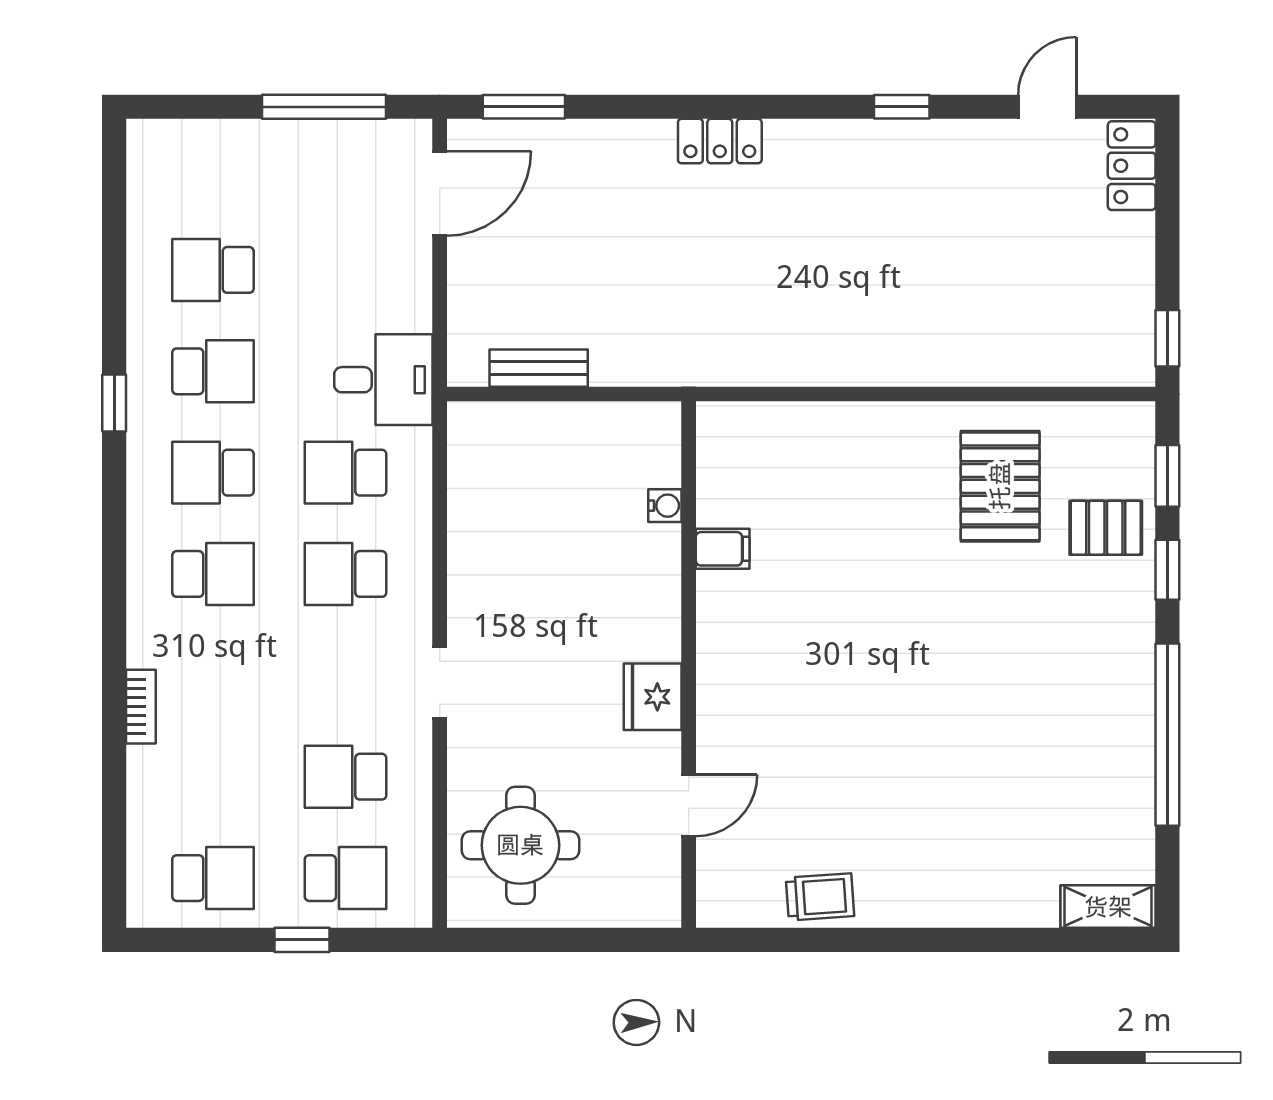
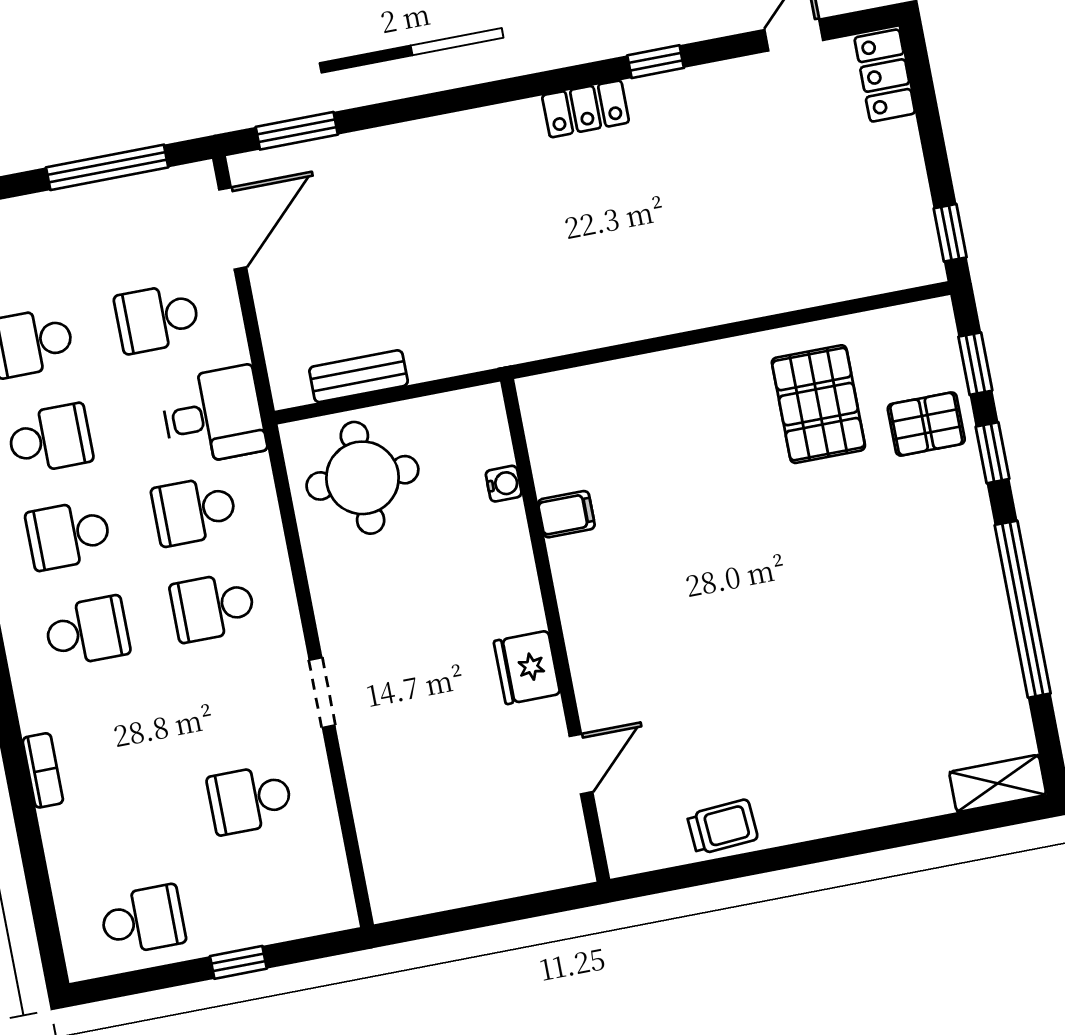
locker: (720, 141) -> (586, 109), moved
round table: (520, 845) -> (362, 478), moved
school desk: (346, 878) -> (157, 318), moved, turned 180

